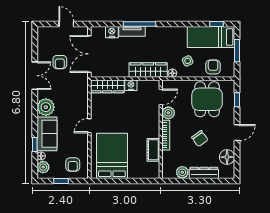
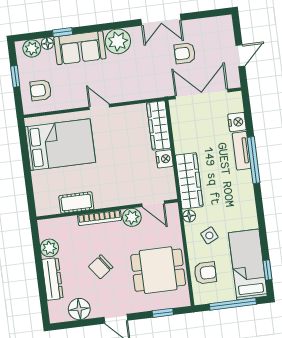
window: (237, 51) -> (233, 304), width x1.44

